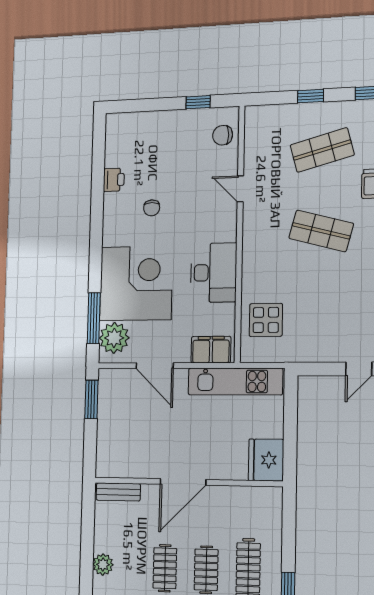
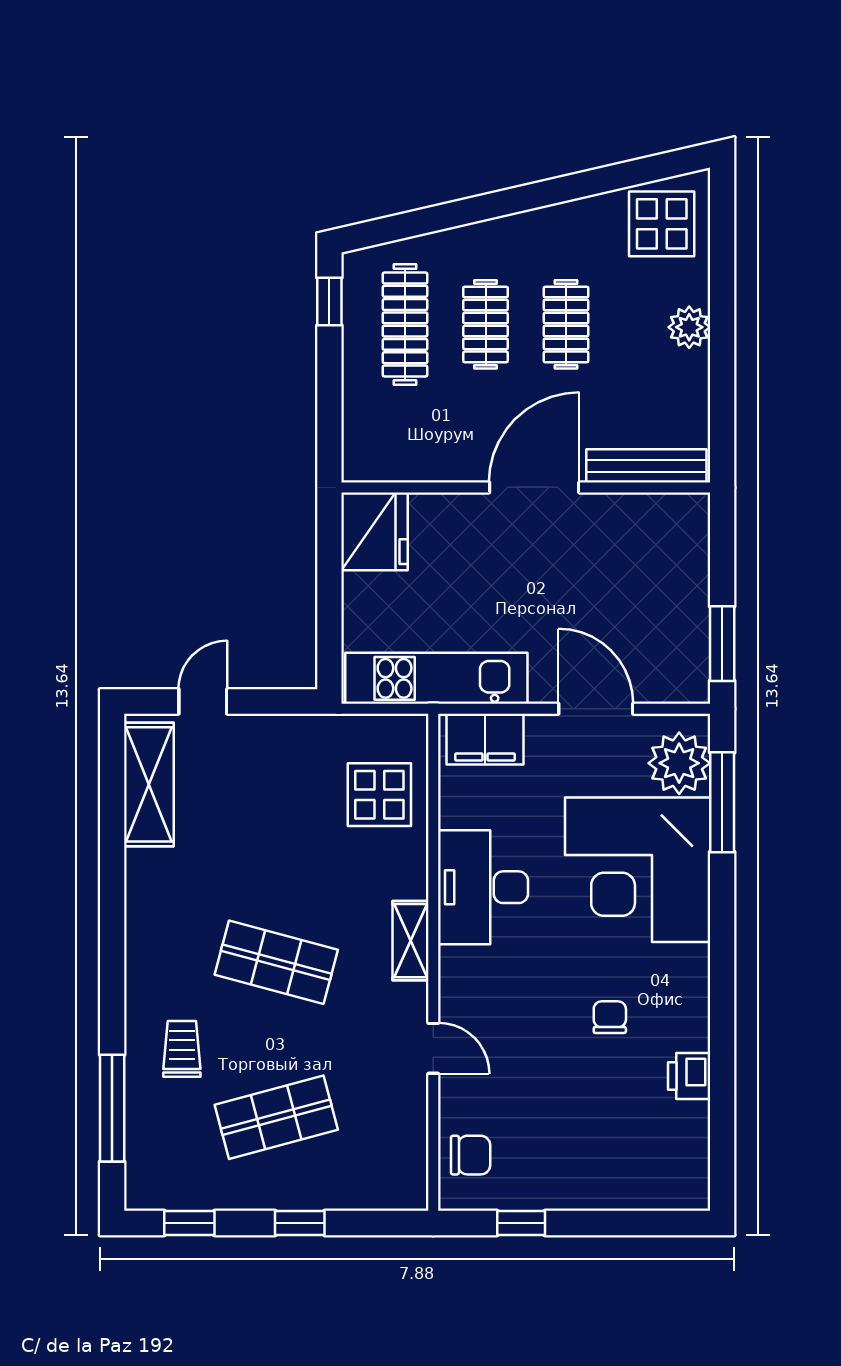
shelving: (251, 244) -> (410, 941), added
bench: (118, 492) -> (646, 466), width x1.36

